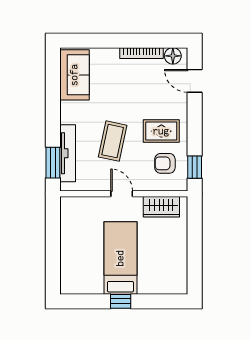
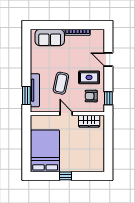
floor lamp: (173, 56) -> (96, 34), removed
sofa: (74, 75) -> (50, 38), moved, turned 90
door: (195, 81) -> (108, 59), moved
bed: (120, 258) -> (45, 151), moved, width x1.50

